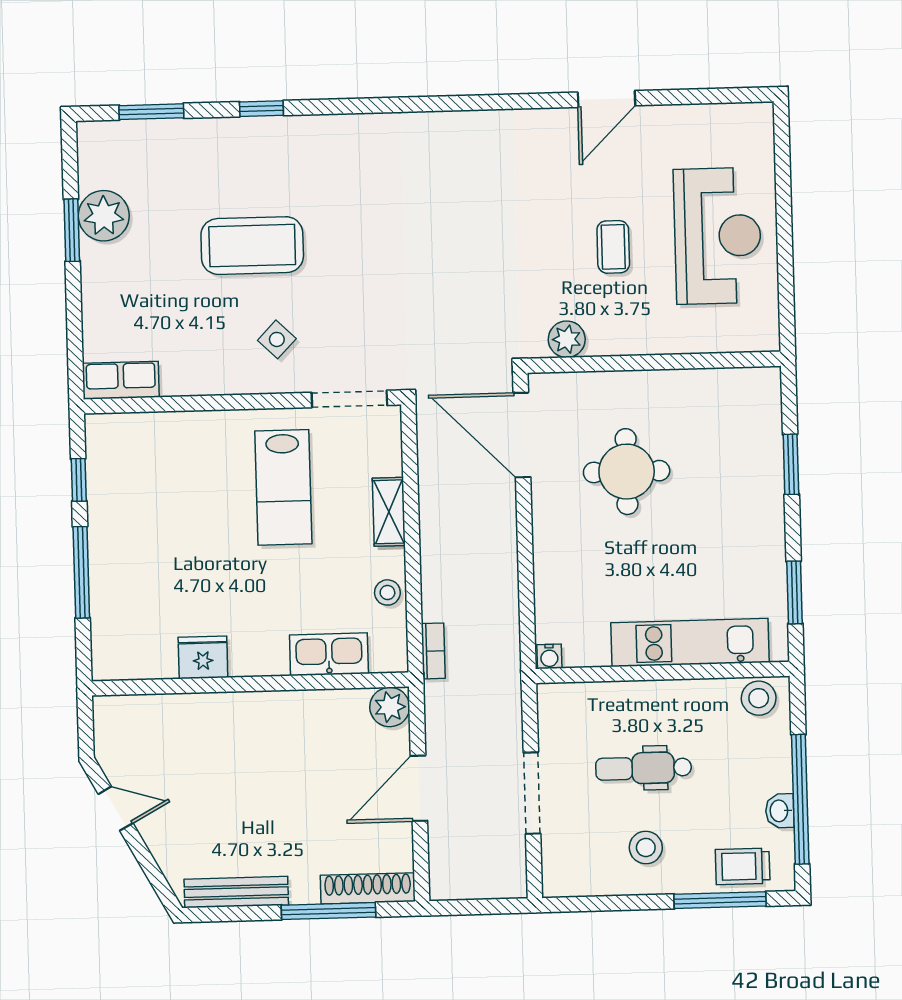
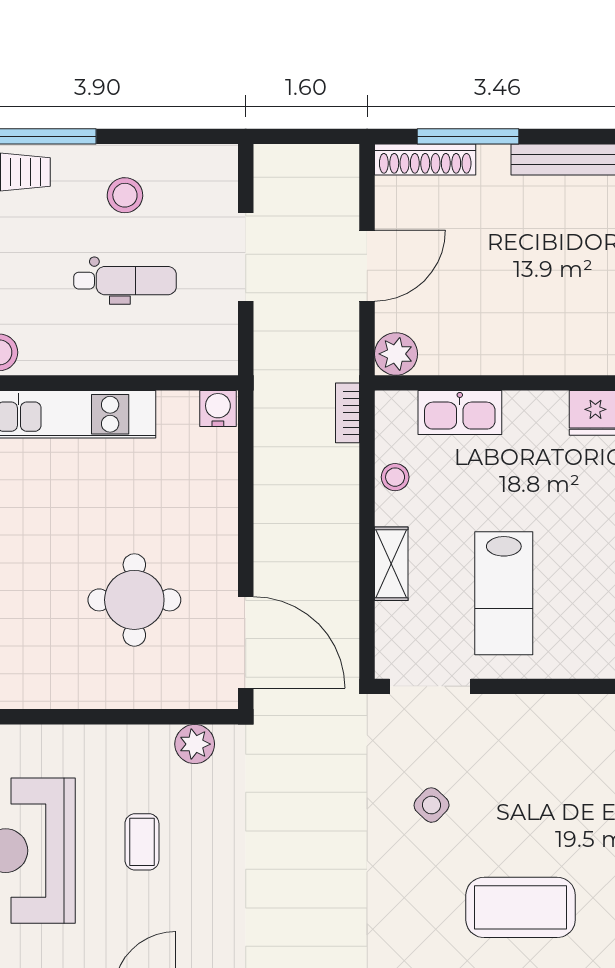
coffee table: (252, 246) -> (521, 907), moved
side table: (277, 339) -> (432, 805), moved
lab bench: (283, 487) -> (504, 593), turned 180
water cooler: (549, 656) -> (218, 409), width x1.38, depth x1.38

